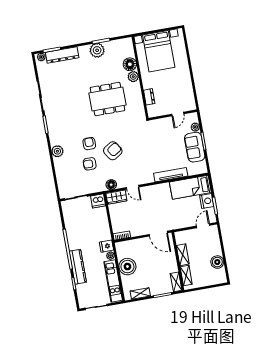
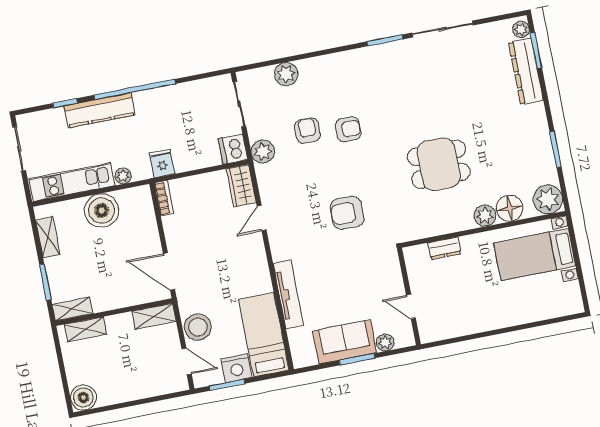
plant: (97, 50) -> (548, 199), moved
bed with nightstands: (159, 51) -> (535, 255), width x0.73
dining table: (107, 99) -> (439, 164), width x0.73
plant: (57, 151) -> (286, 74), moved
armchair: (113, 151) -> (347, 213), moved, turned 123
floor lamp: (111, 185) -> (266, 175), removed
plant: (100, 186) -> (263, 151), added
stool: (186, 220) -> (198, 327), added
door: (158, 234) -> (169, 272), hinge flipped
fridge: (106, 246) -> (162, 163), moved
shelving: (183, 255) -> (154, 316), moved
boiler: (217, 262) -> (83, 397), moved

